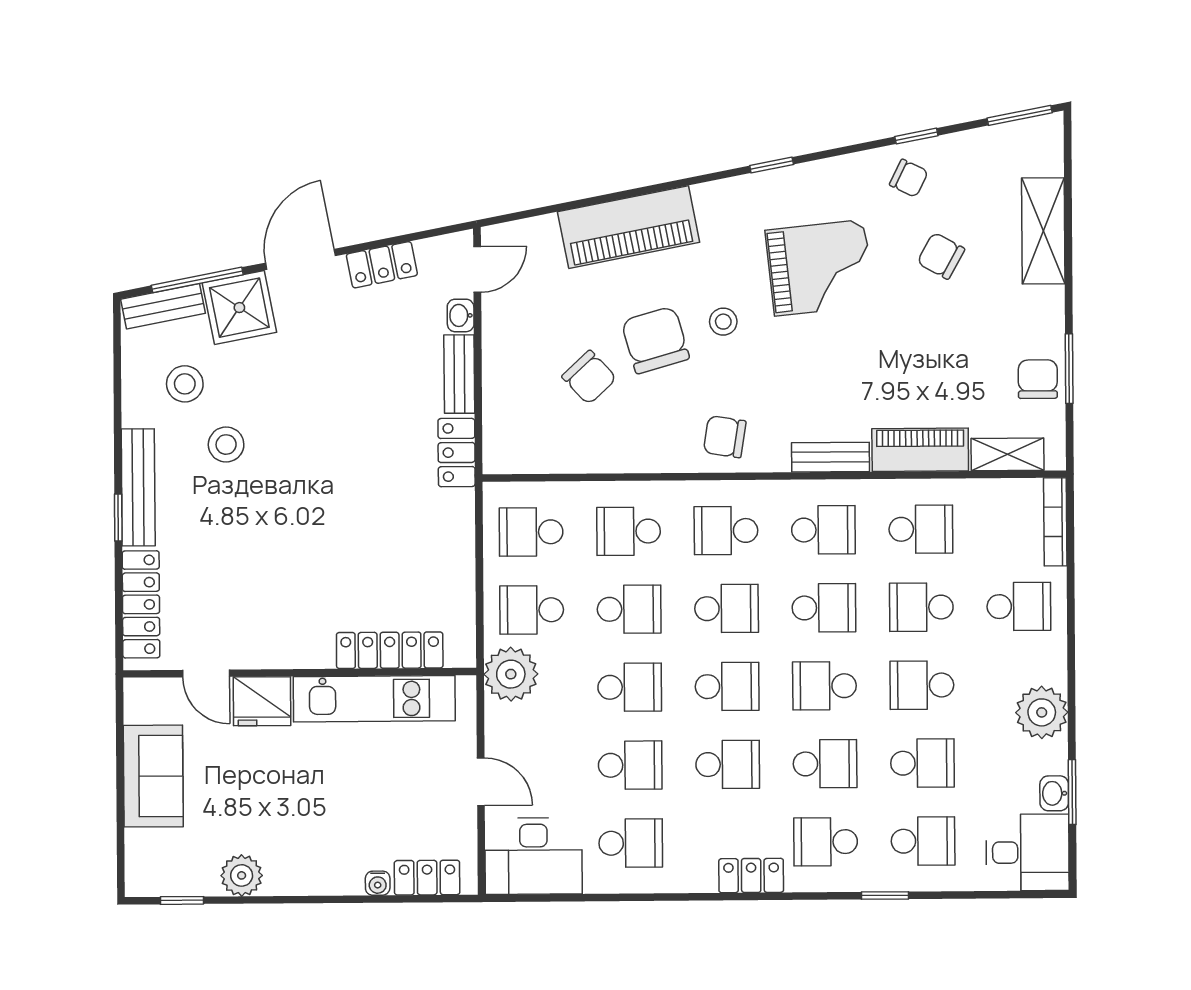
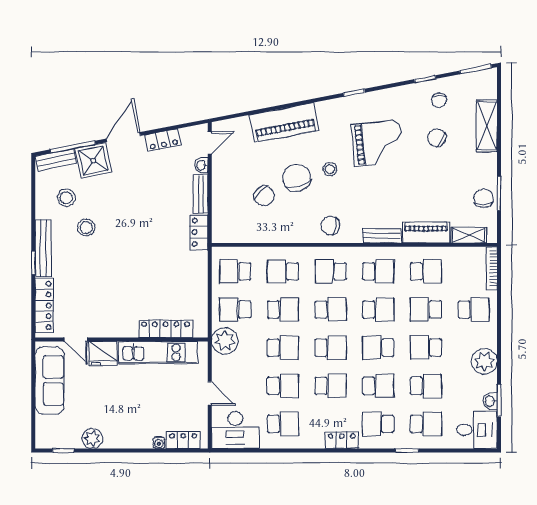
chair: (909, 178) -> (439, 100), moved, turned 64
sofa: (153, 776) -> (50, 381), width x1.36

